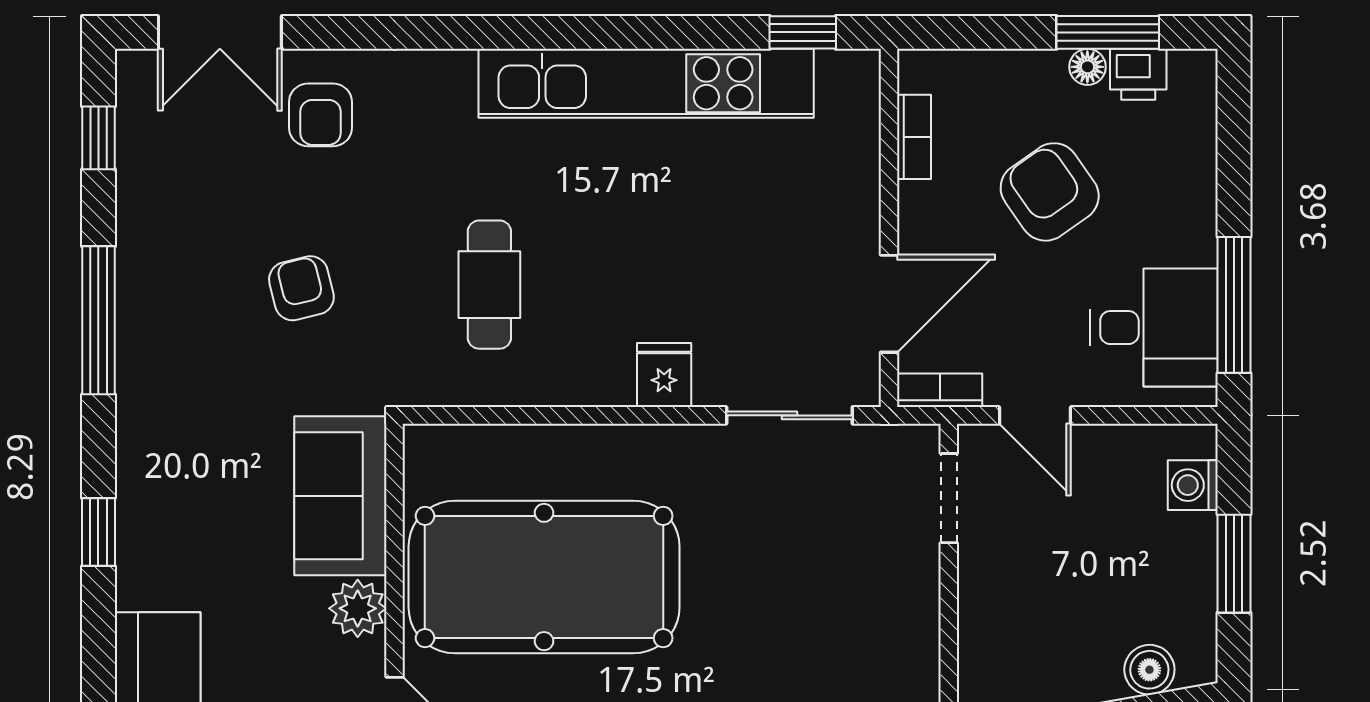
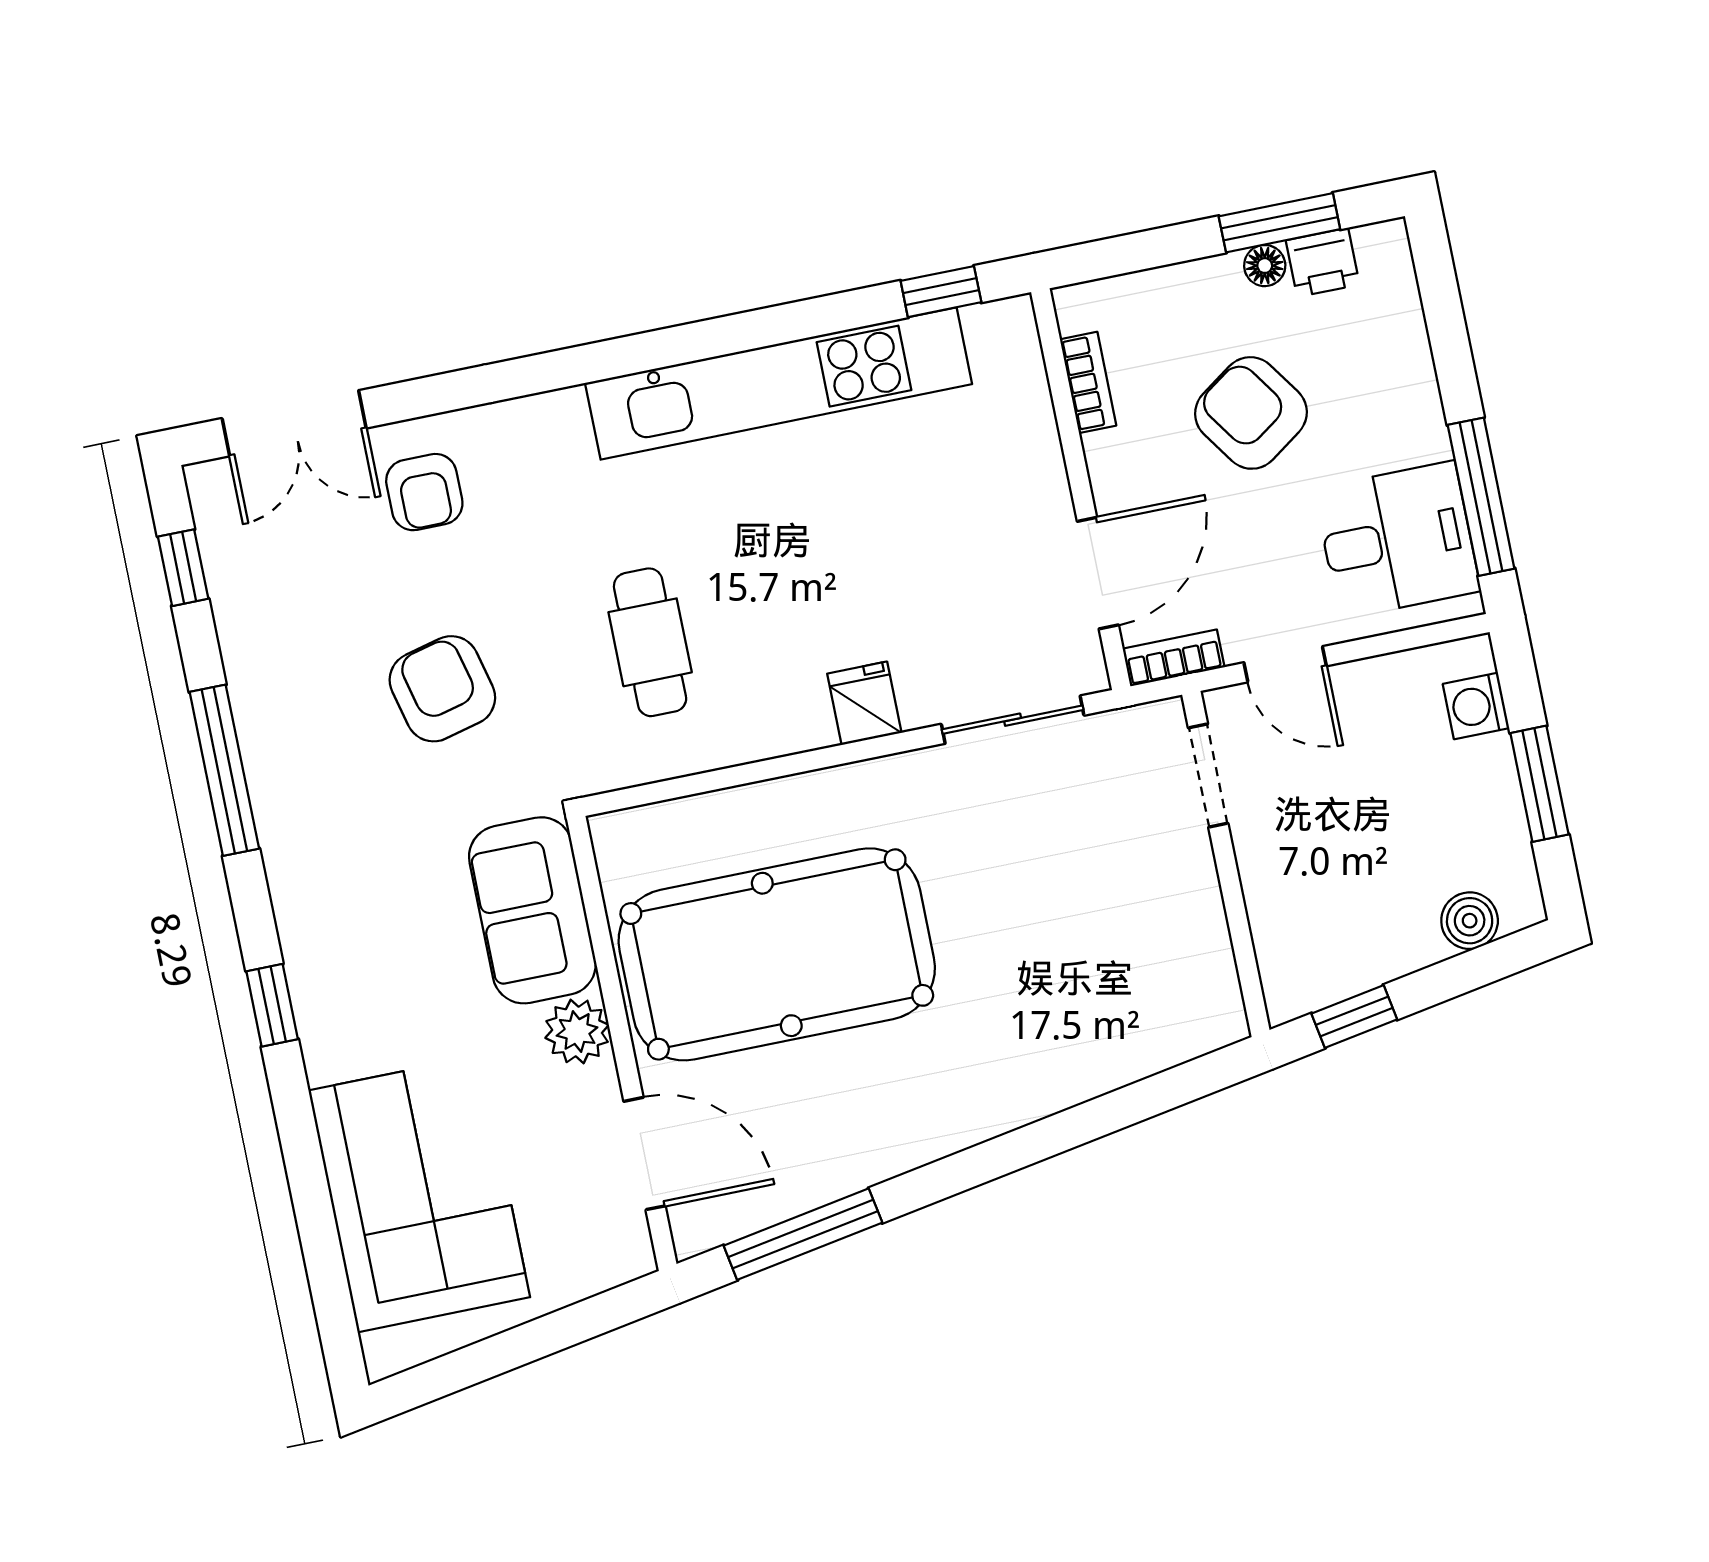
armchair: (301, 288) -> (442, 689), width x1.38, depth x1.38

